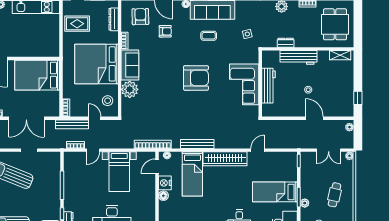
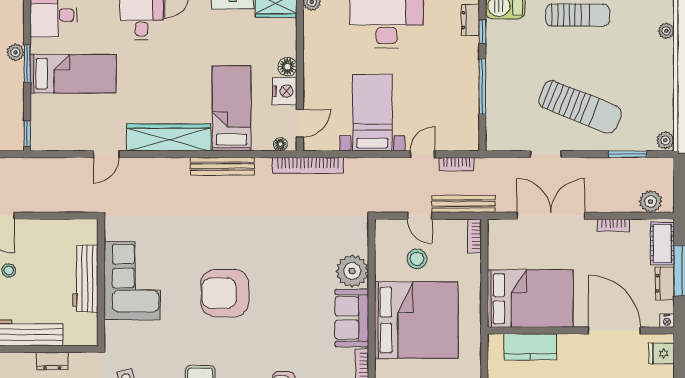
kitchen counter: (37, 50) -> (530, 347), added
stool: (108, 101) -> (417, 259), moved

